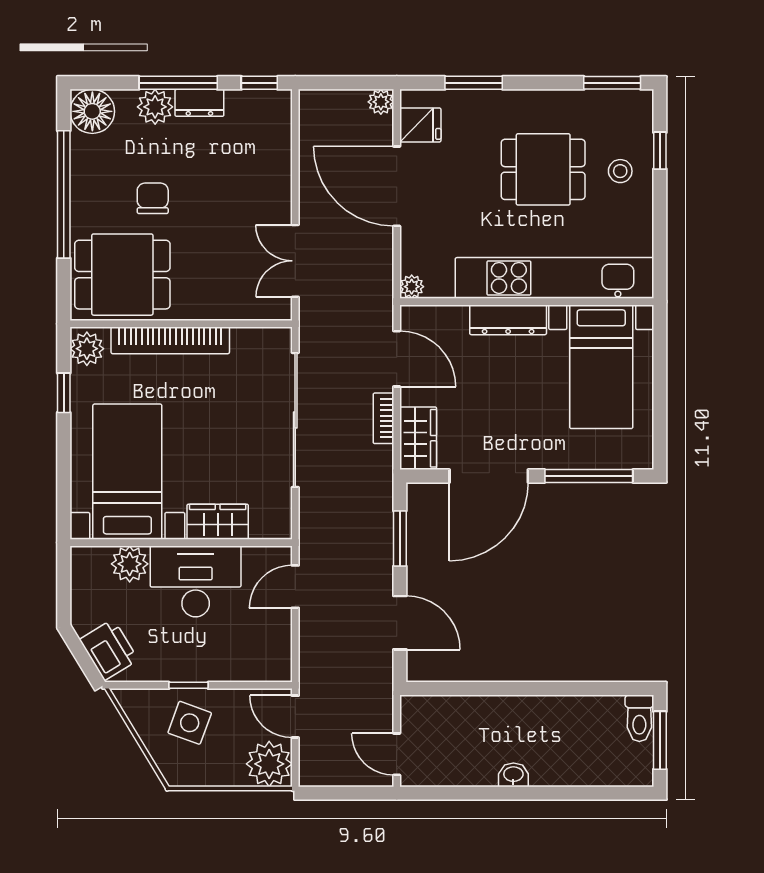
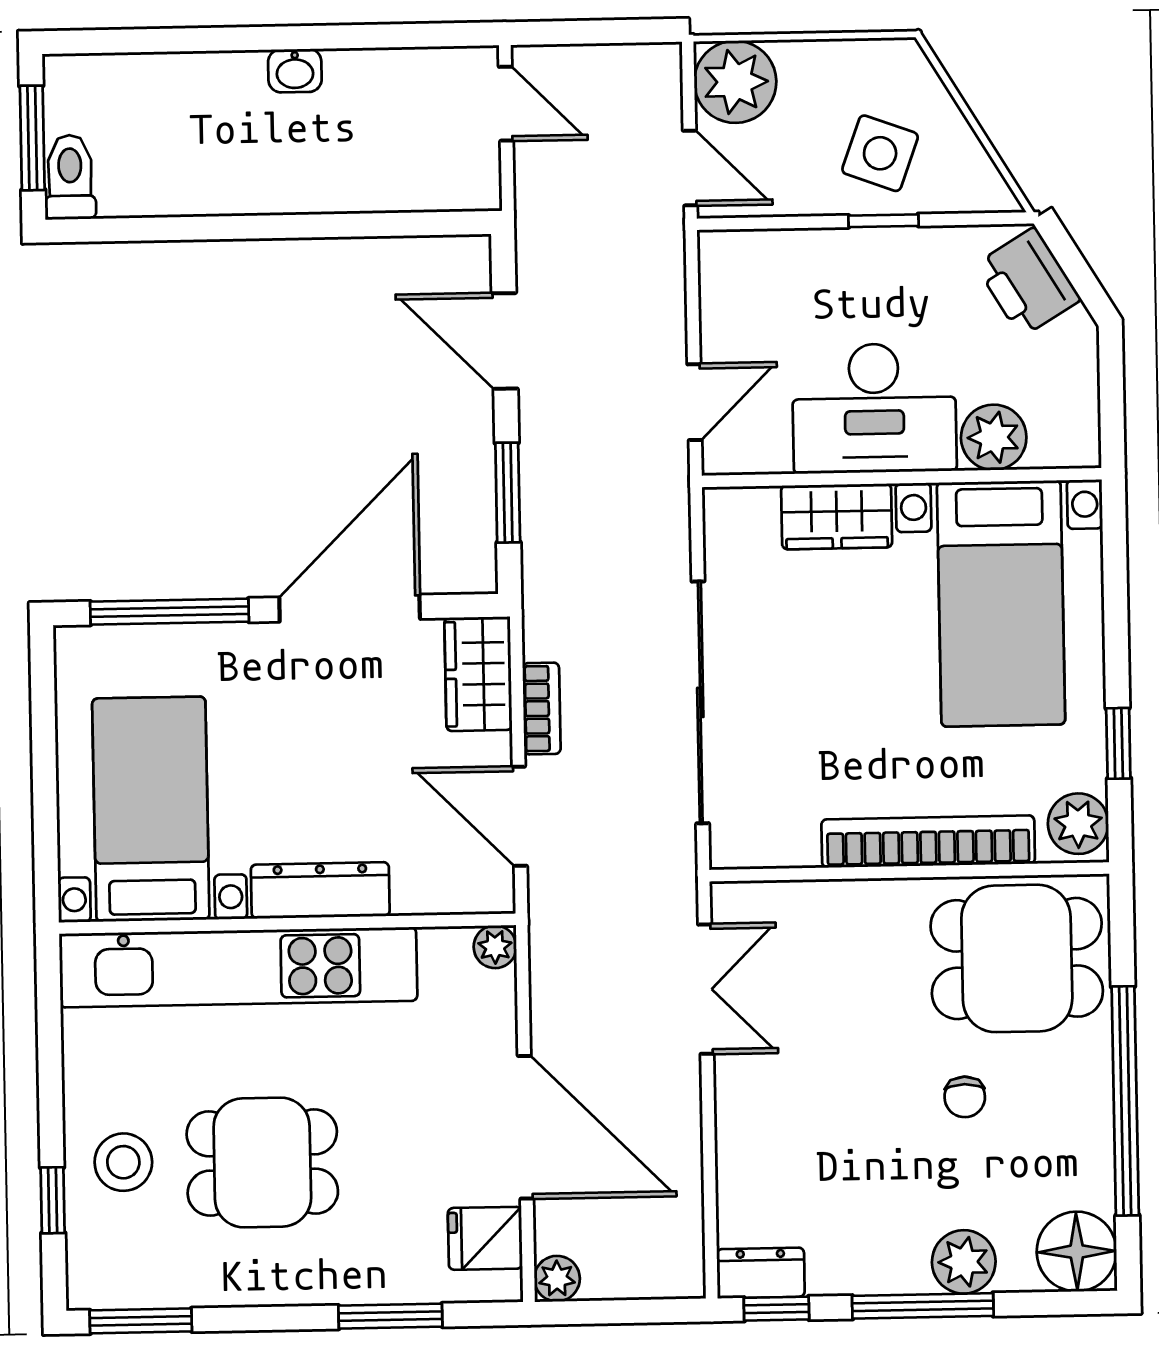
dresser: (199, 103) -> (761, 1273), moved
stool: (620, 171) -> (123, 1162), width x1.37, depth x1.37
chair: (153, 198) -> (965, 1097), width x0.73, depth x0.73

